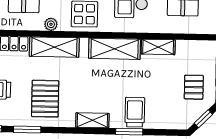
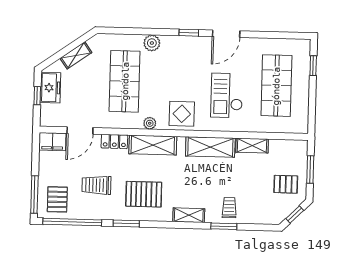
pallet: (194, 87) -> (286, 184), turned 90
pallet: (45, 99) -> (144, 194), turned 90
trolley: (135, 112) -> (229, 208), width x0.73, depth x0.72

